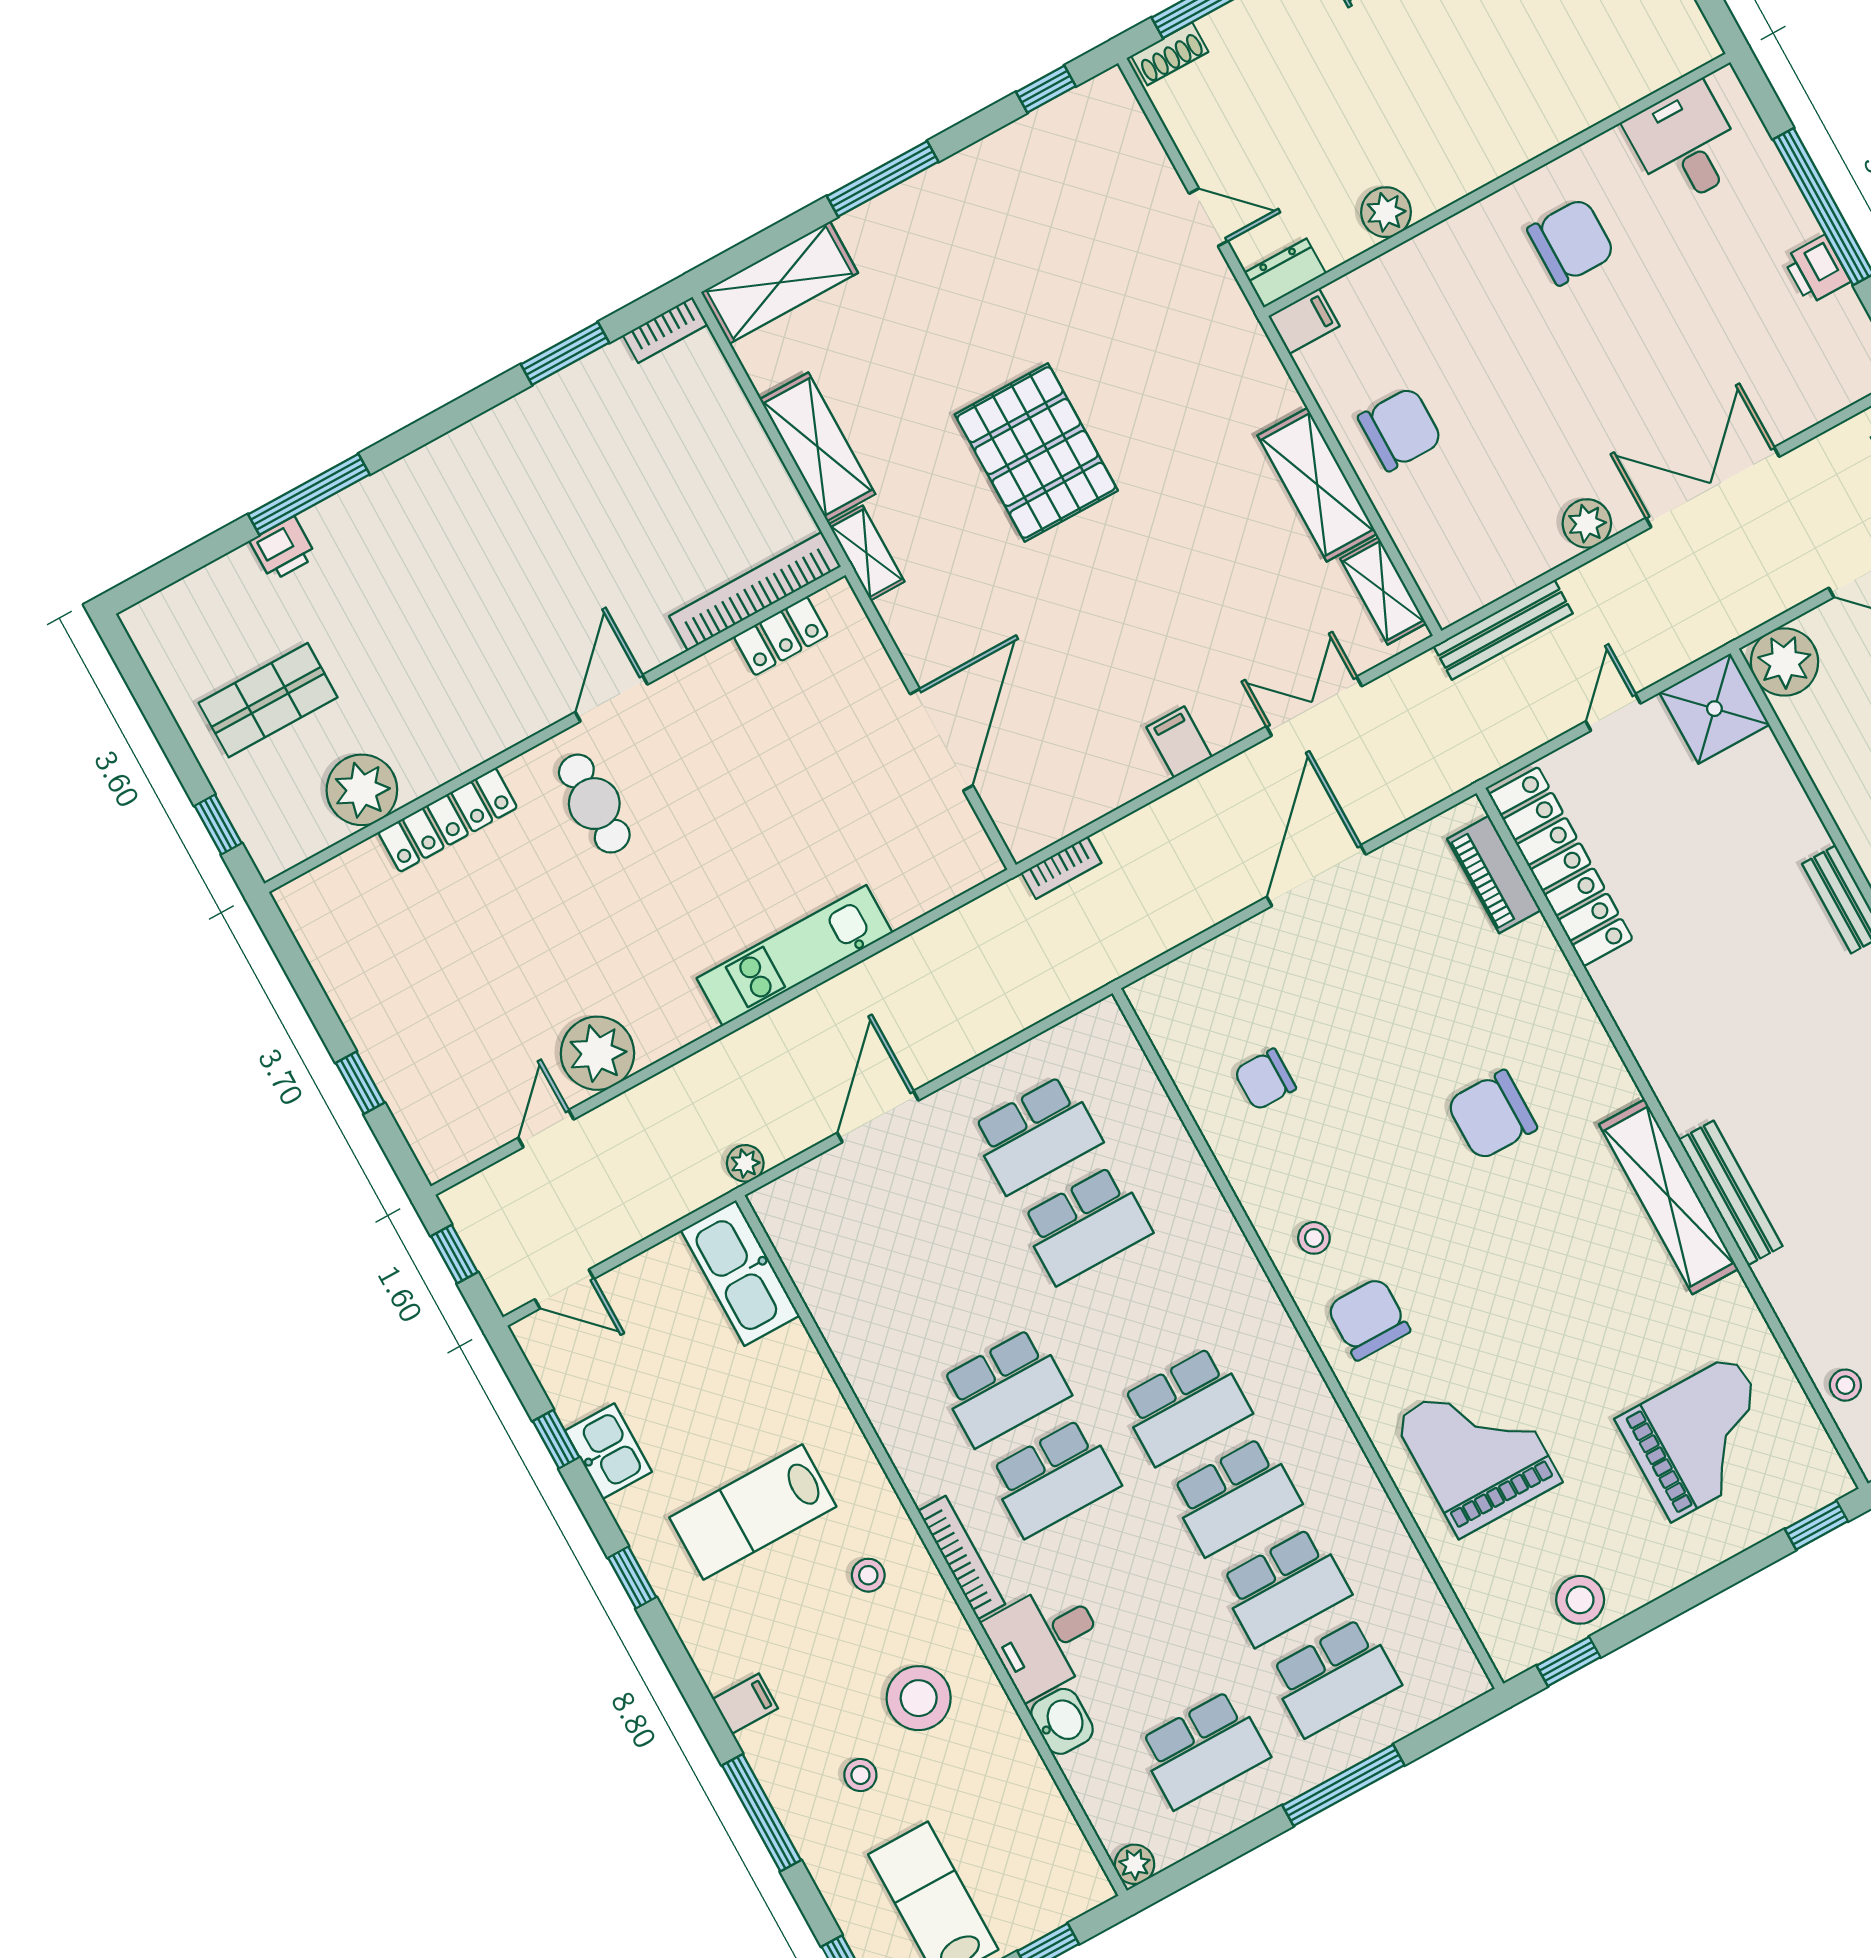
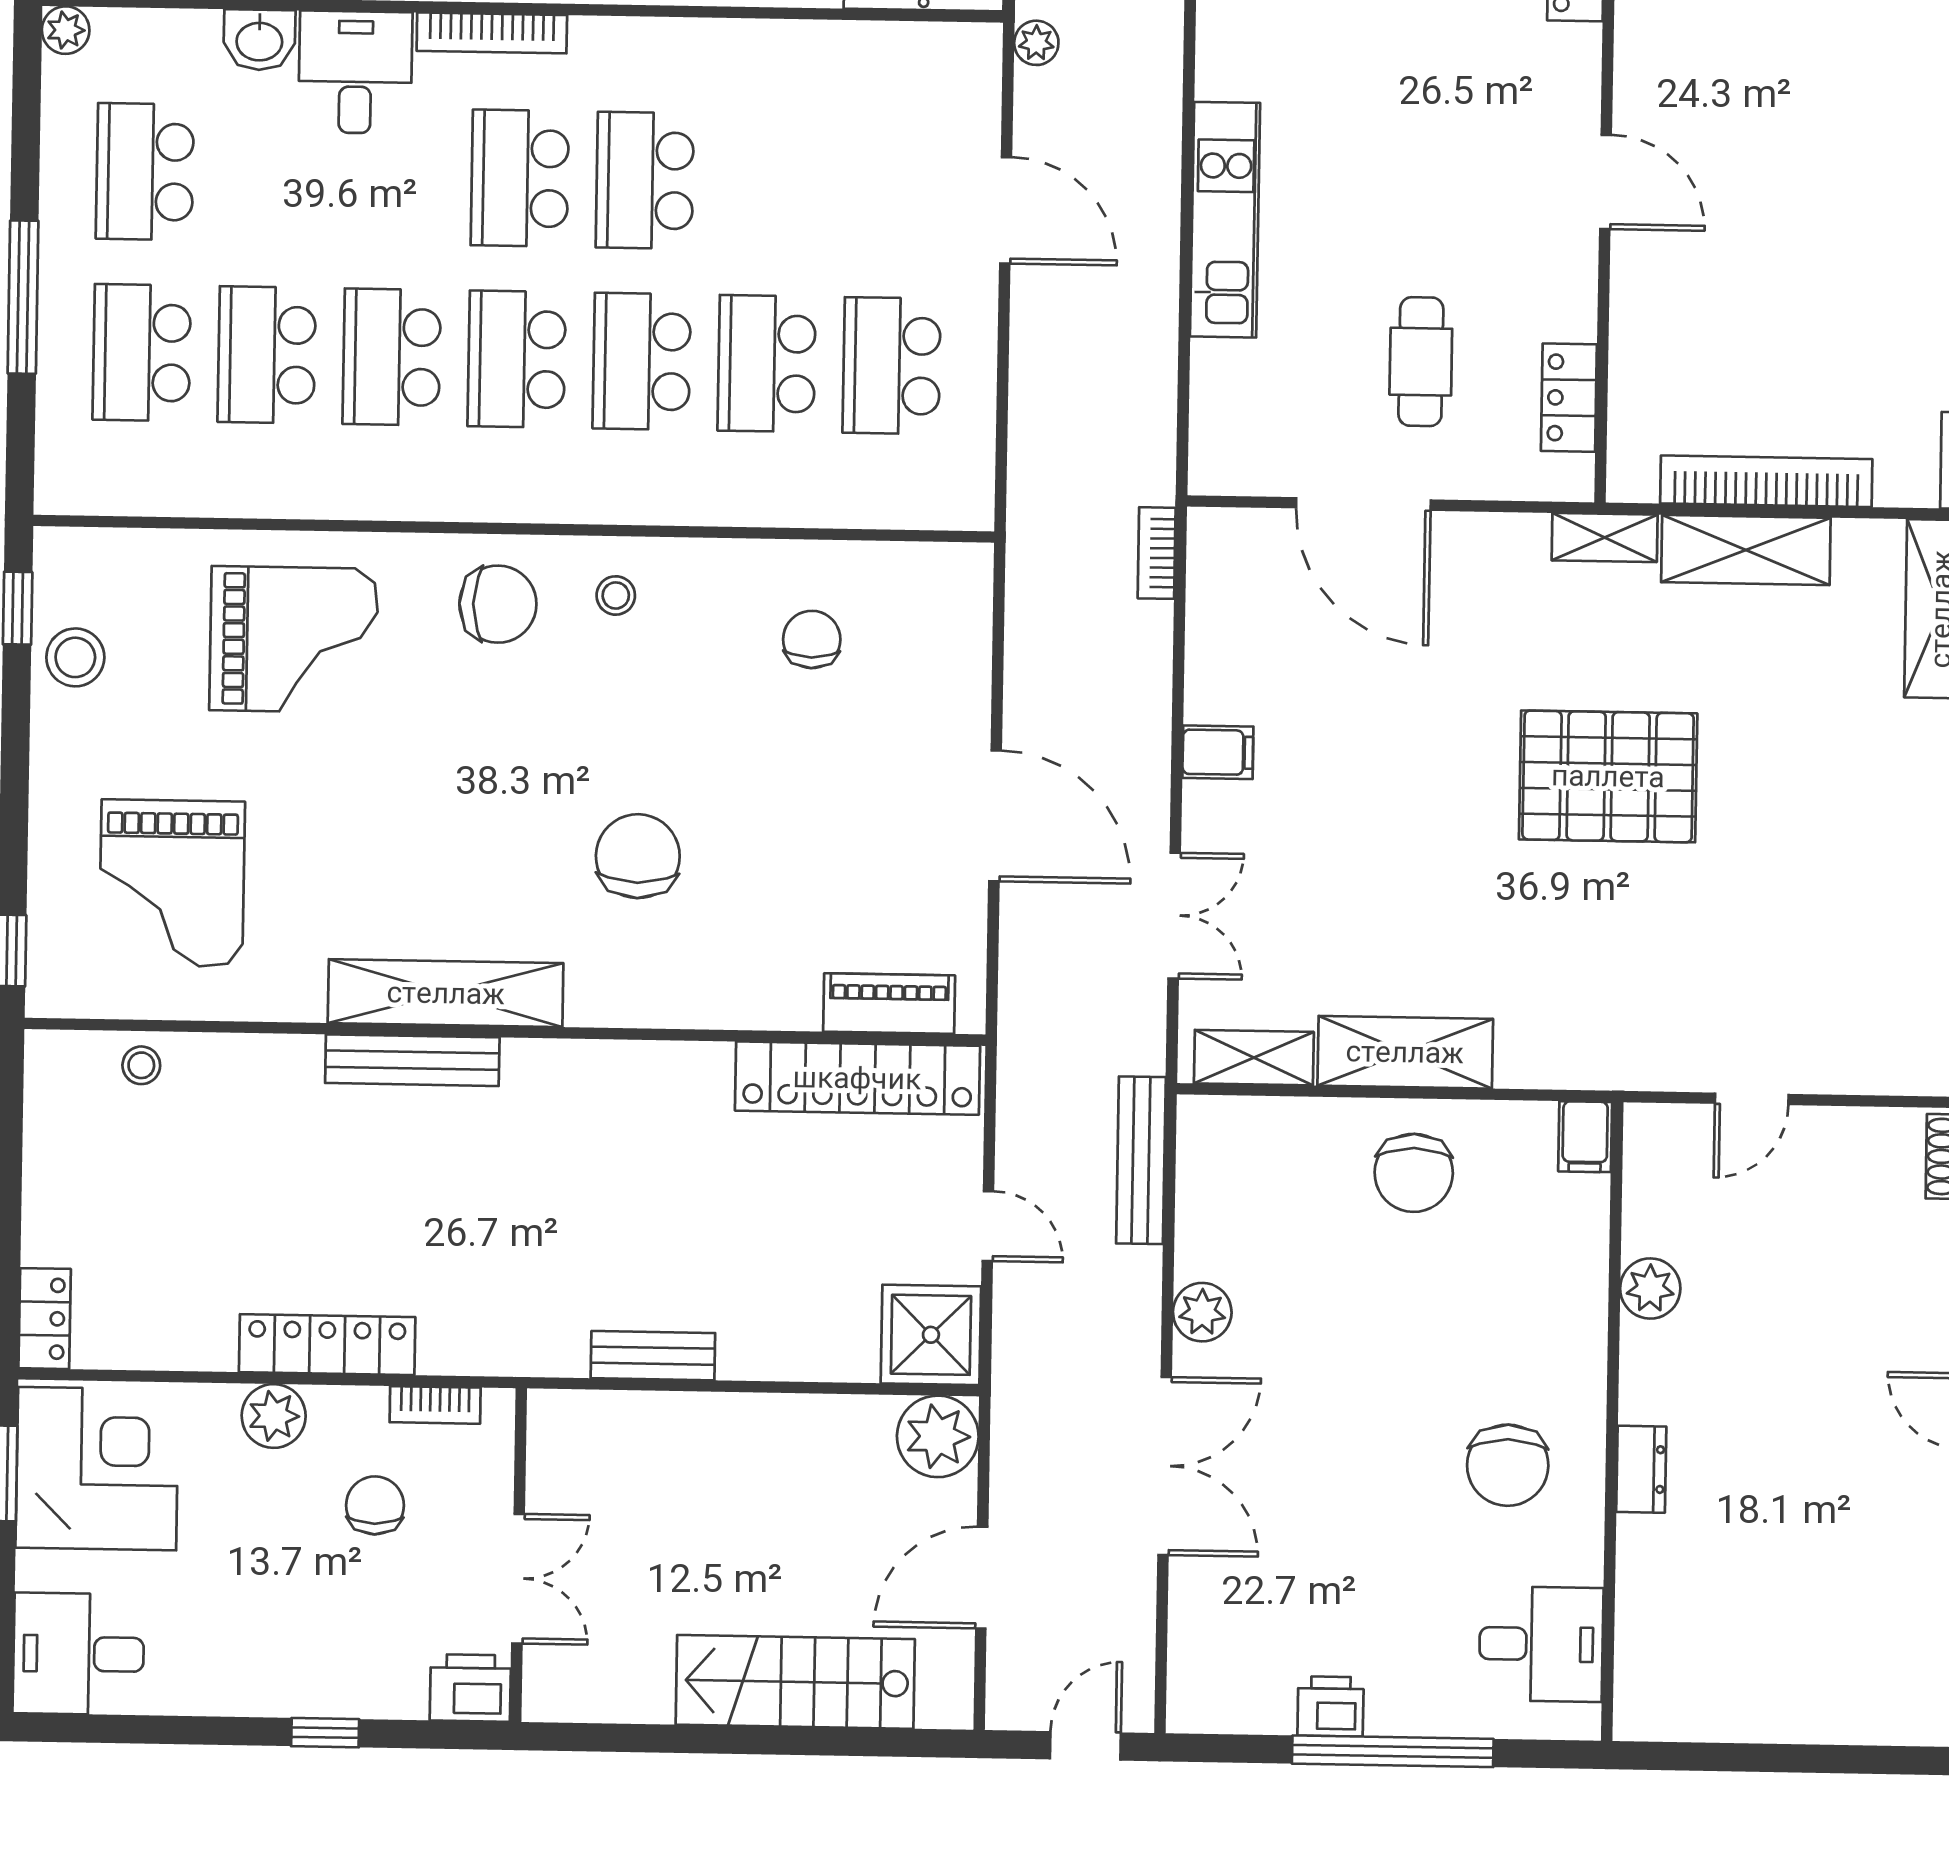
dresser: (1285, 273) -> (1641, 1469), moved
bookcase: (755, 591) -> (1766, 481), moved, turned -90
cafe table: (594, 804) -> (1421, 362), moved, turned 90
school desk: (1135, 1315) -> (642, 361), added

